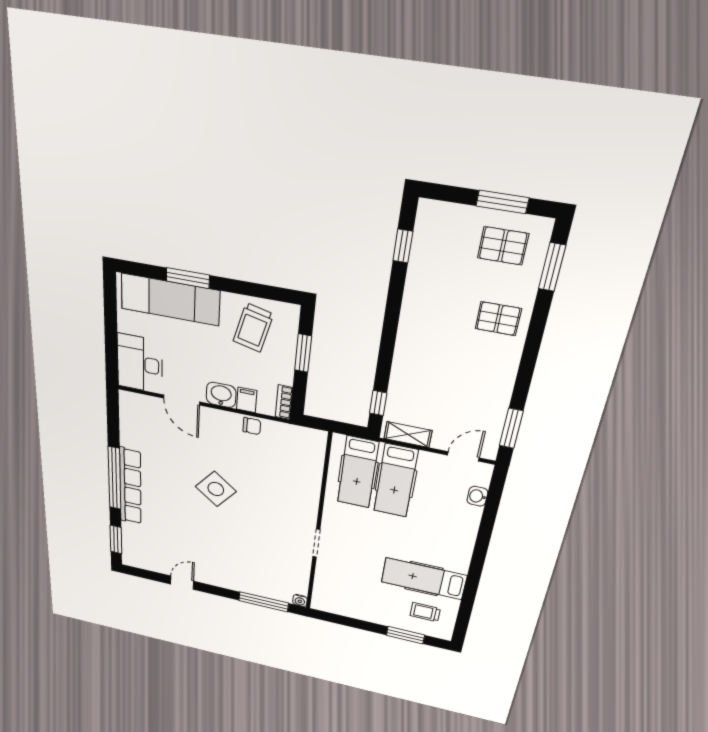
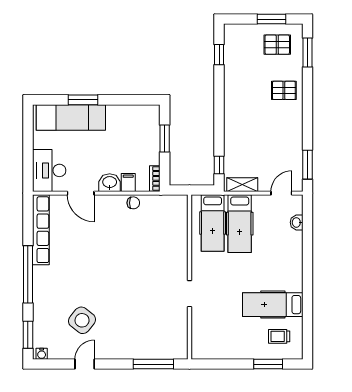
trolley: (253, 328) -> (129, 127), removed
row of seats: (130, 486) -> (41, 230), moved
side table: (216, 489) -> (82, 320), moved
water cooler: (300, 600) -> (42, 354), moved

